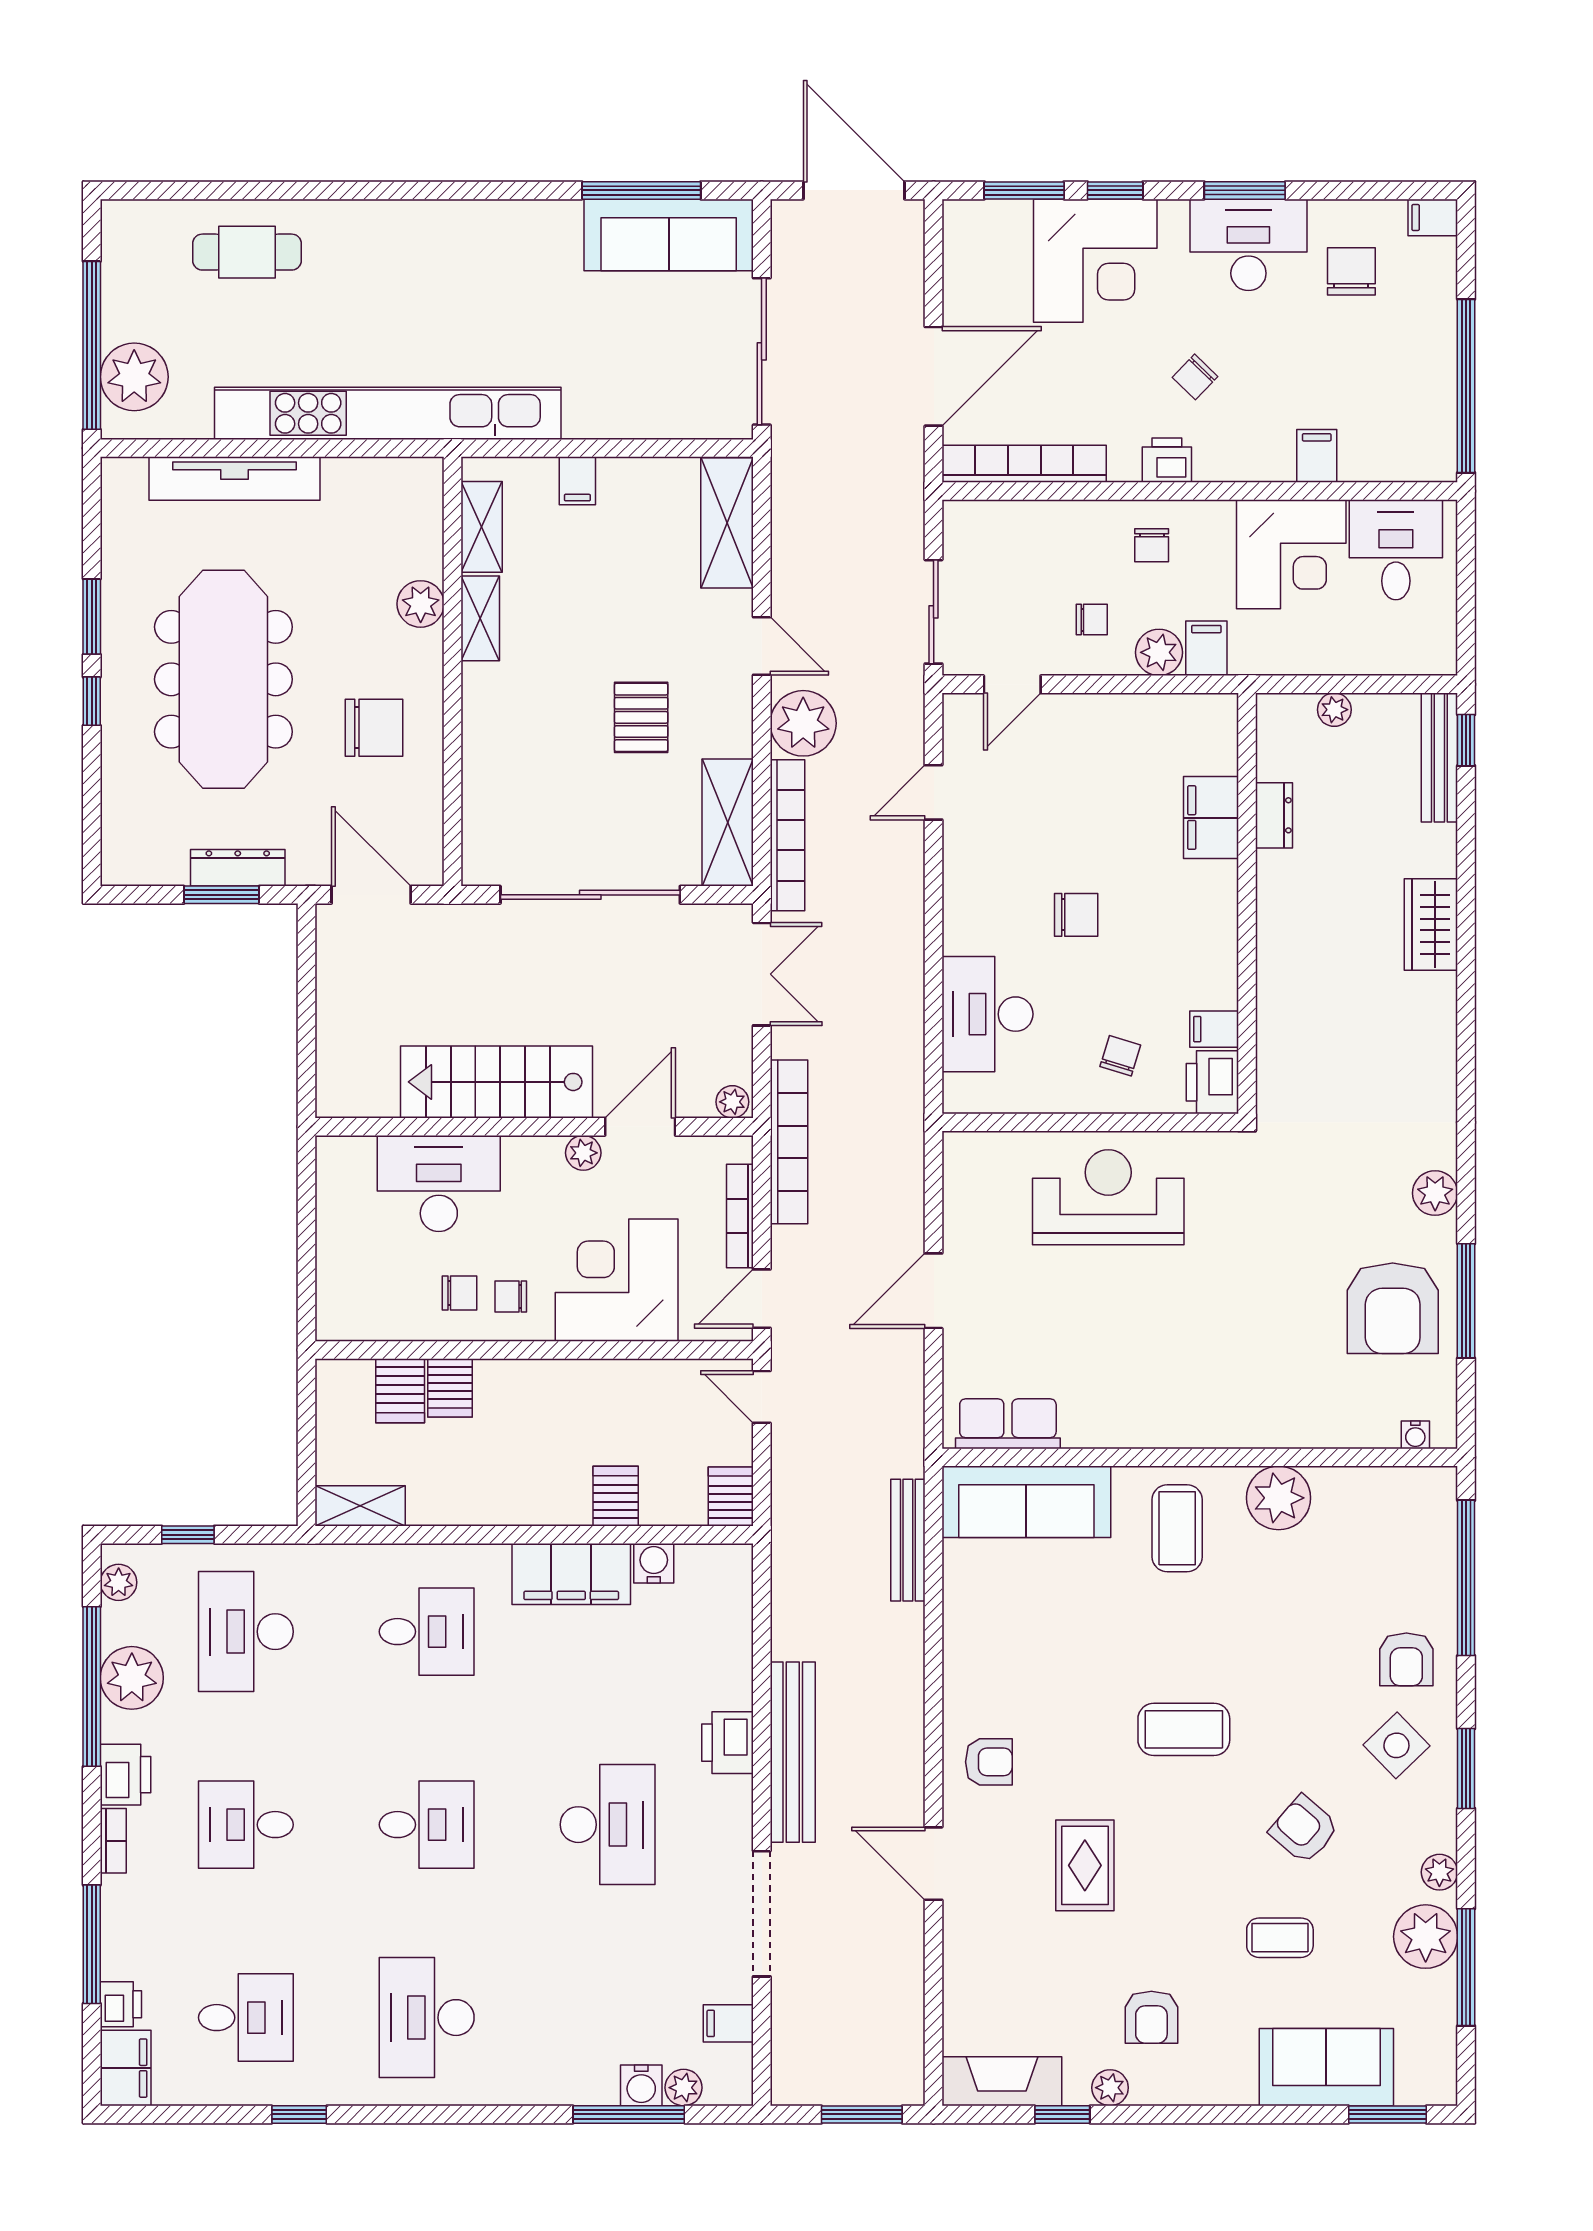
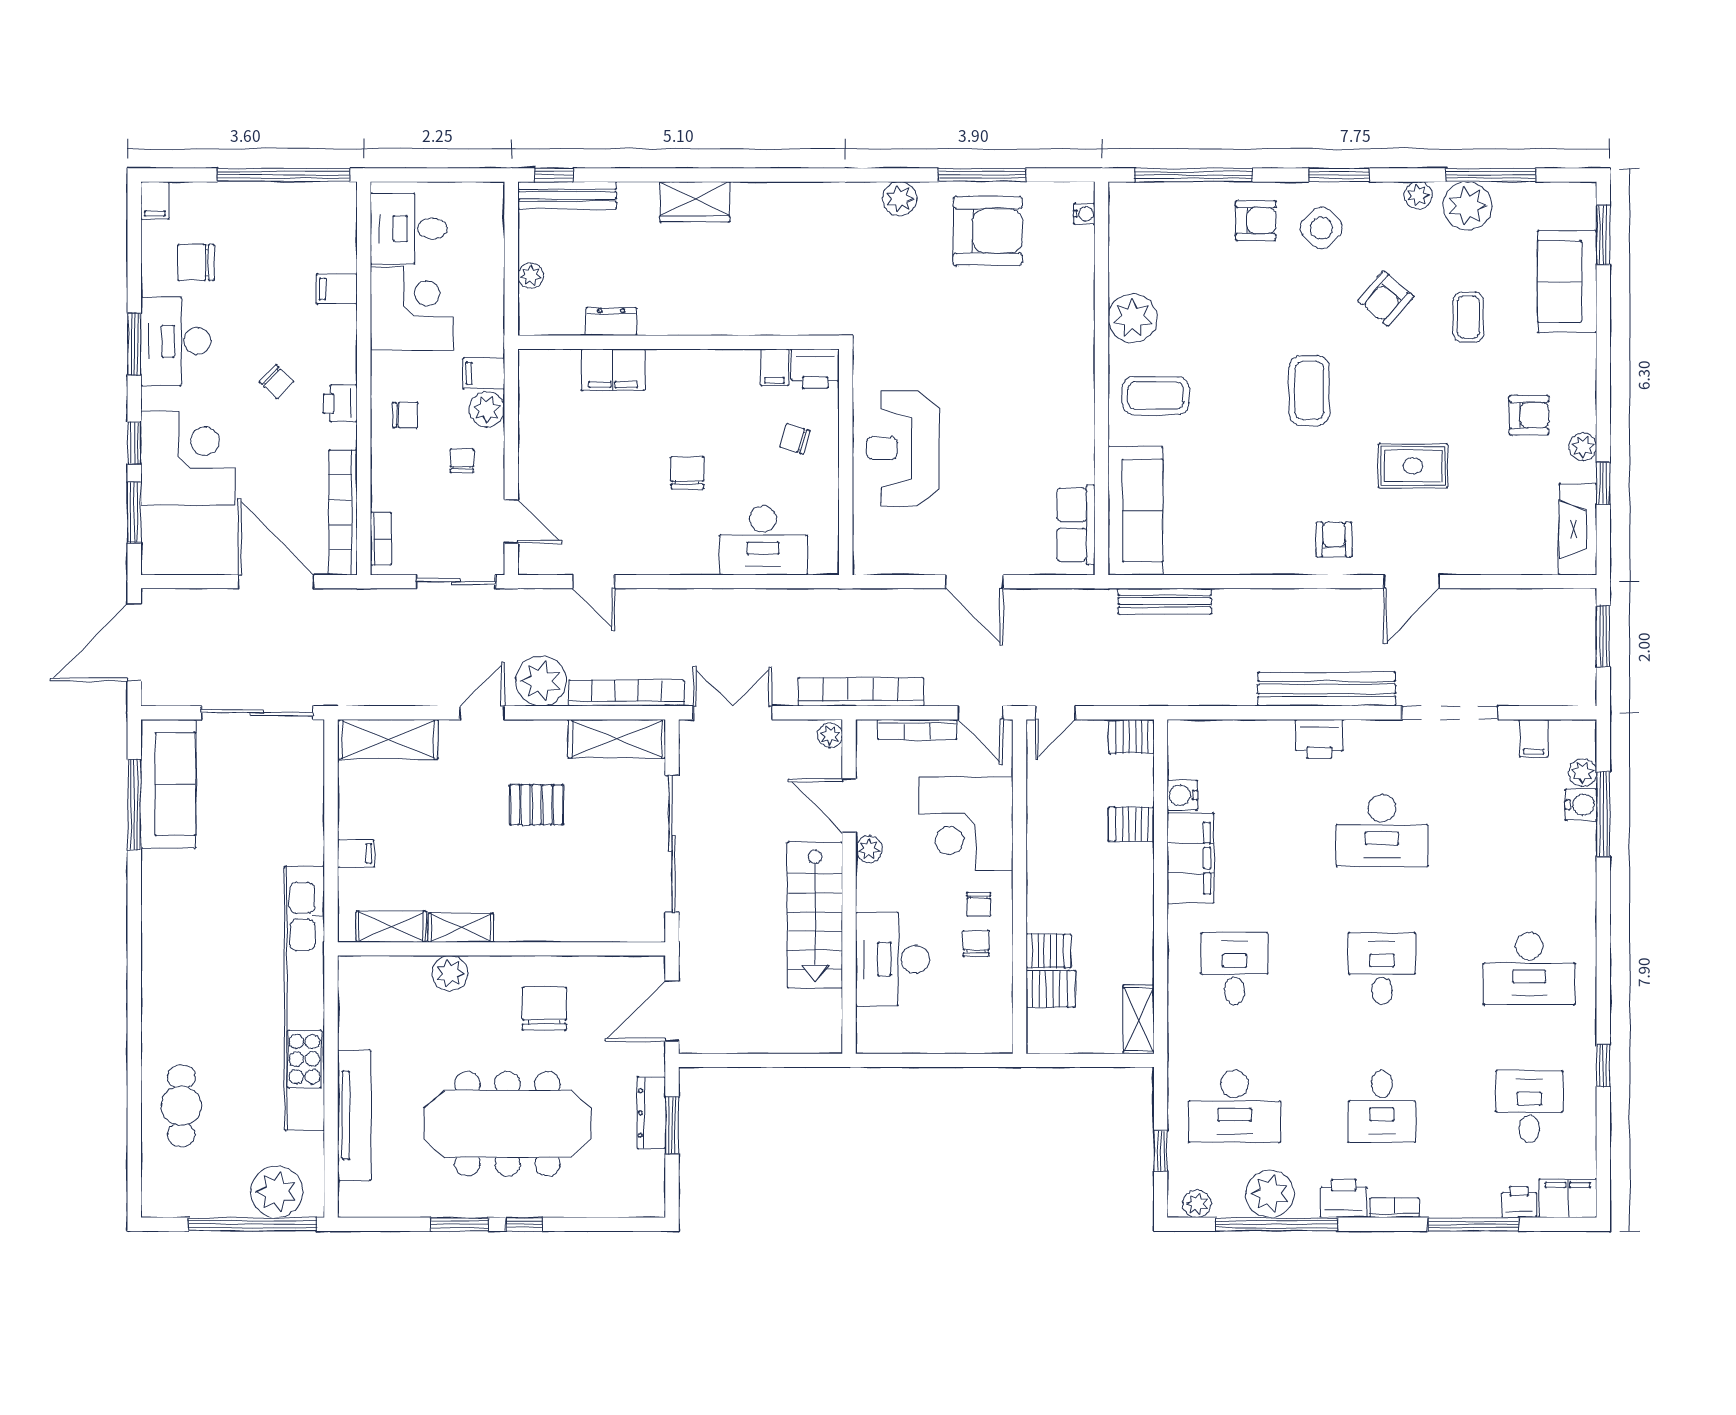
bookcase: (990, 513) -> (381, 539), added
desk: (608, 1825) -> (1382, 830), turned 180

